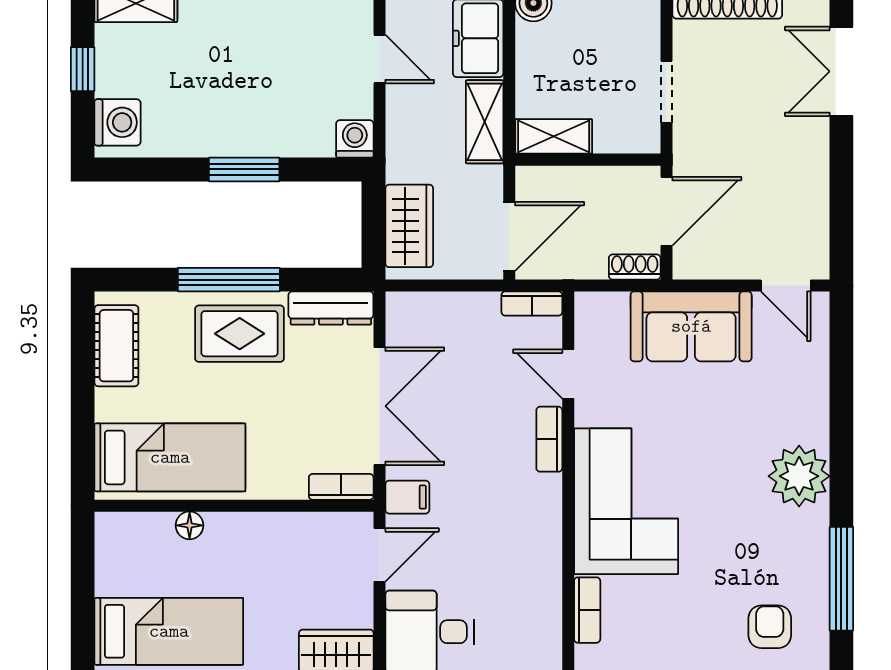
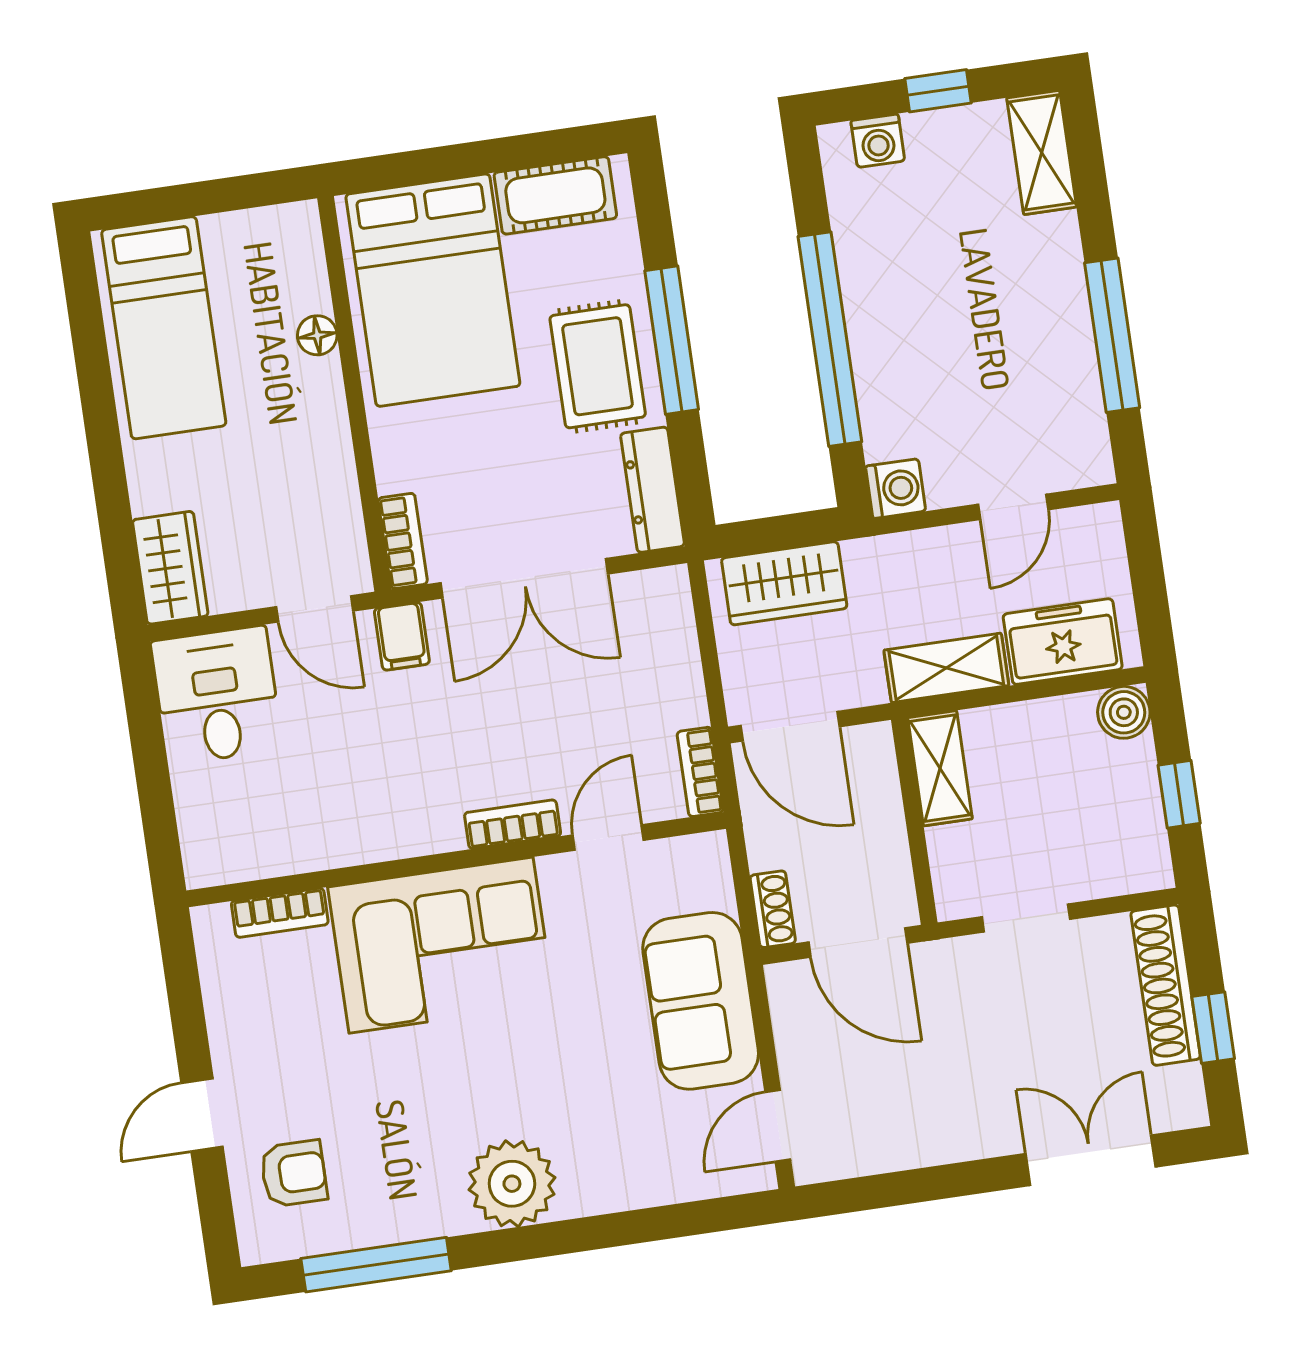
washing machine: (117, 122) -> (878, 141), width x0.73, depth x0.73
window: (244, 169) -> (830, 339), width x2.11
bed: (170, 457) -> (433, 290), width x1.50

